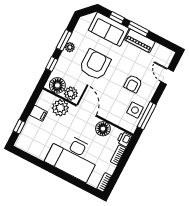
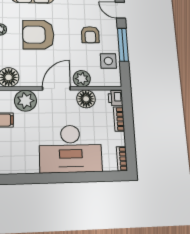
armchair: (95, 65) -> (38, 35), turned -90
plant: (71, 93) -> (82, 79), moved
door: (86, 111) -> (56, 88), hinge flipped
window: (147, 116) -> (123, 45), moved

